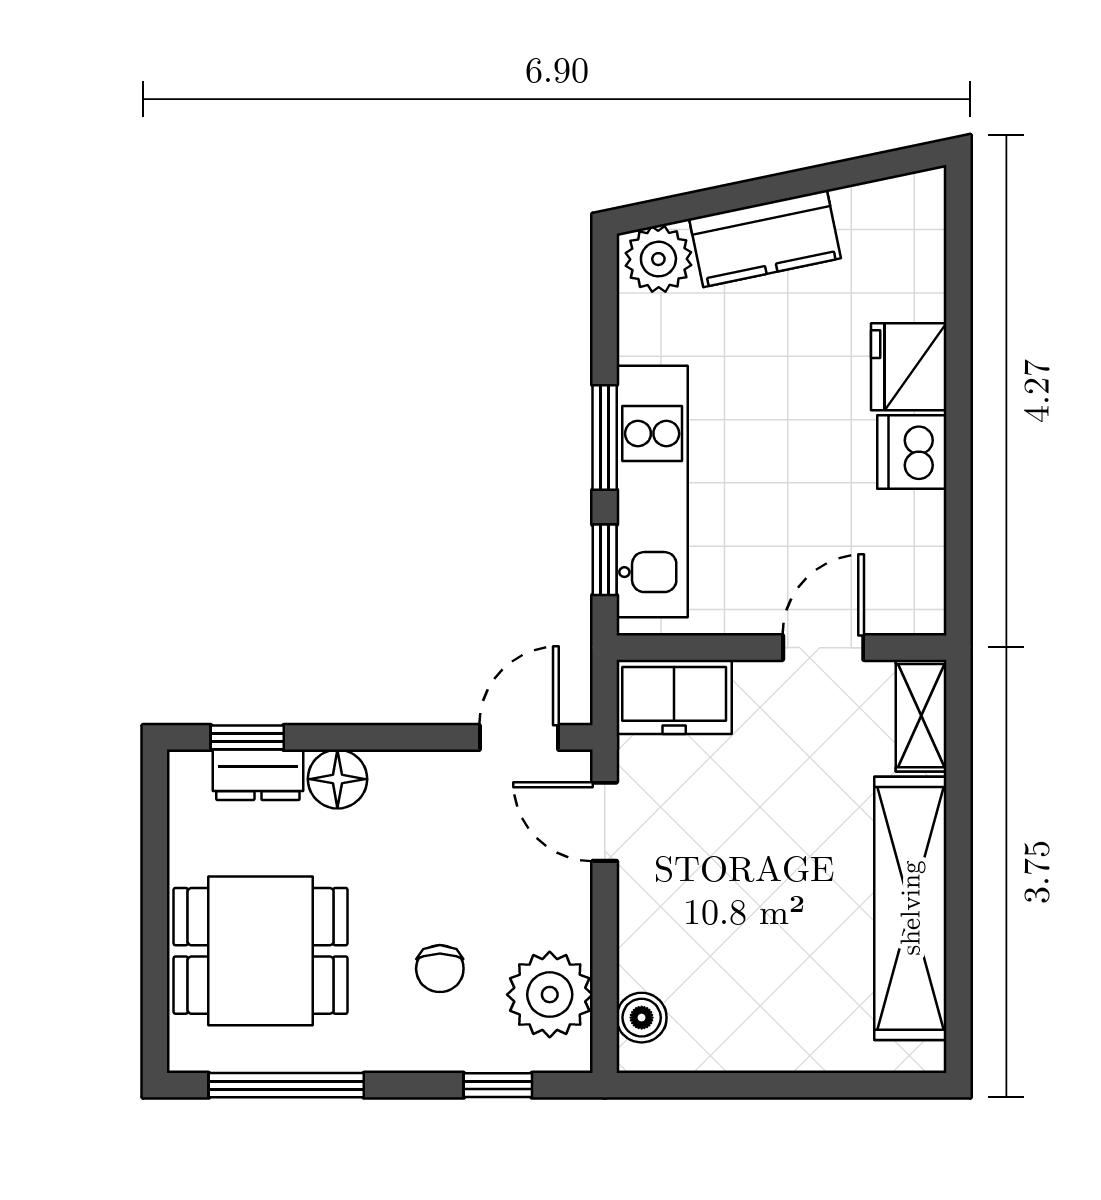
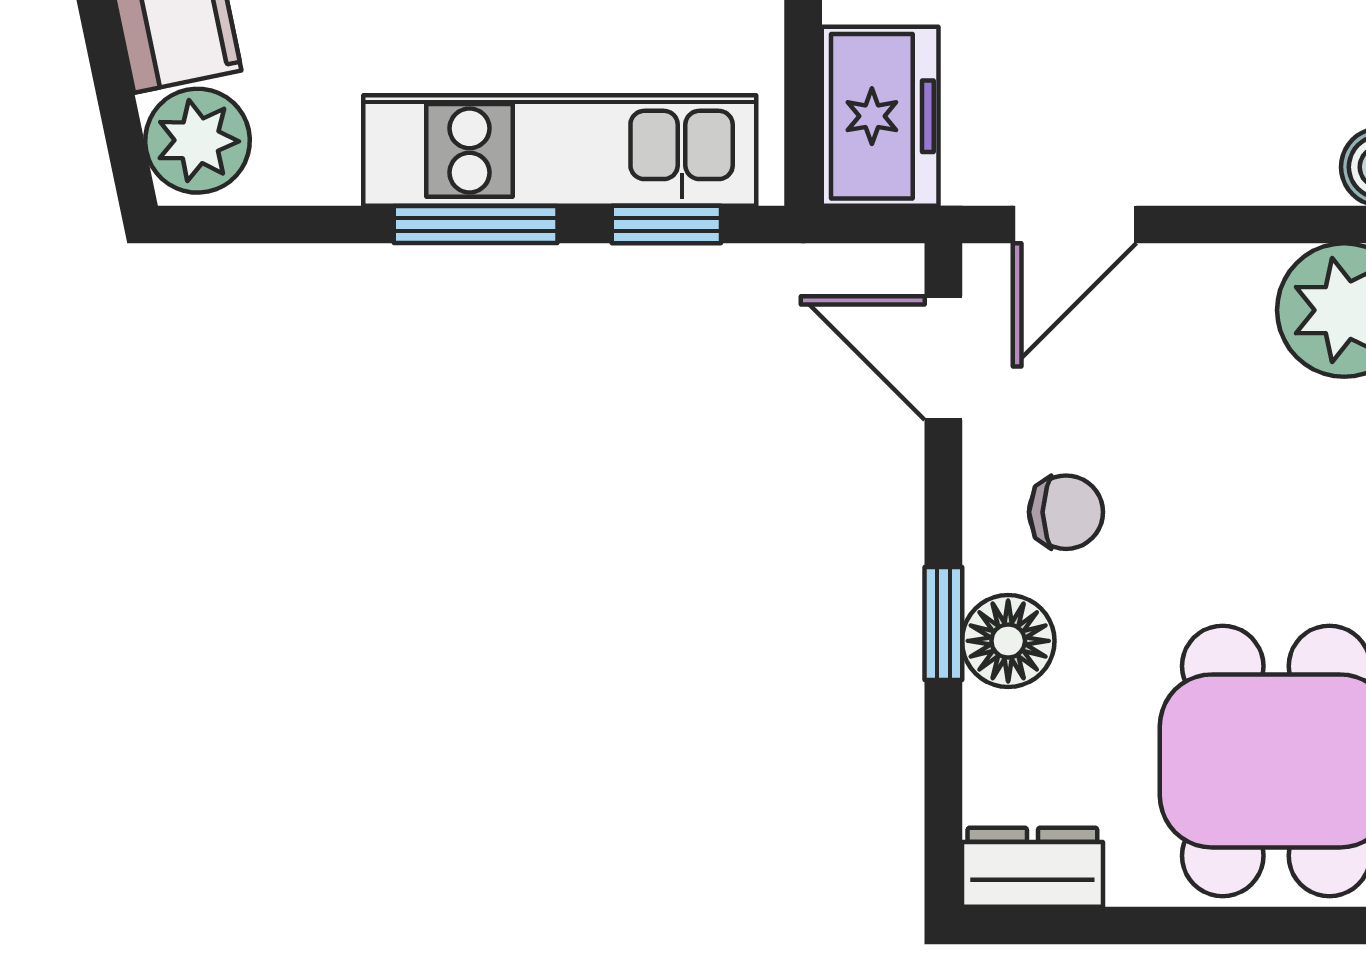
window: (247, 737) -> (943, 623), moved
dresser: (258, 775) -> (1032, 867), moved, turned -90
chair: (440, 969) -> (1066, 512), moved

